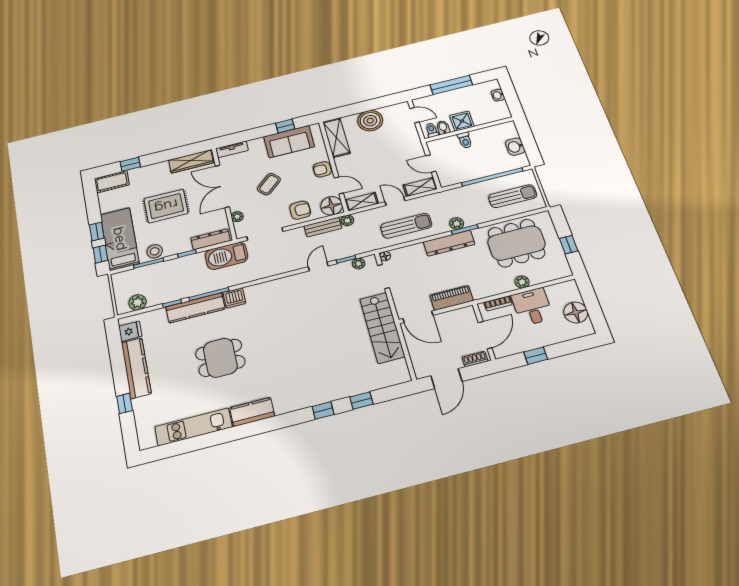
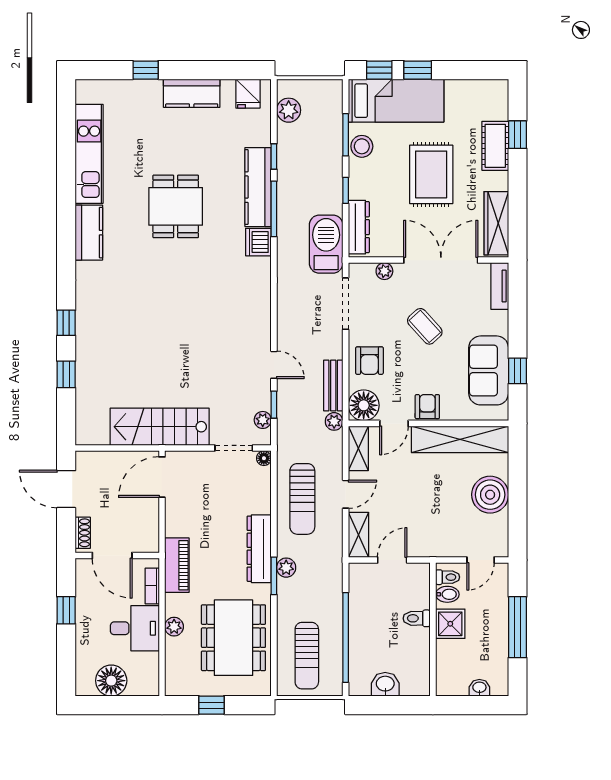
shelving: (336, 138) -> (460, 439), width x1.47
cot: (112, 182) -> (495, 146), moved
piano: (452, 298) -> (177, 565), moved
kitchen counter: (136, 368) -> (192, 93), width x0.67

